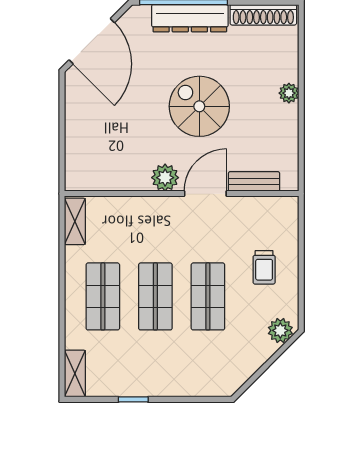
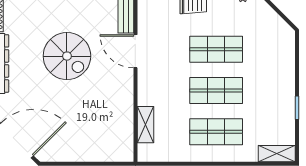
spiral stairs: (199, 106) -> (67, 56), turned -90
plant: (165, 178) -> (123, 83), removed
shelving: (75, 221) -> (146, 125), moved, turned 90

